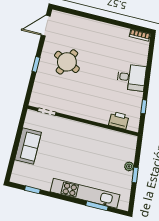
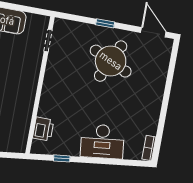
round table: (67, 62) -> (111, 61), width x1.36, depth x1.36
desk: (131, 77) -> (102, 141), width x1.37

